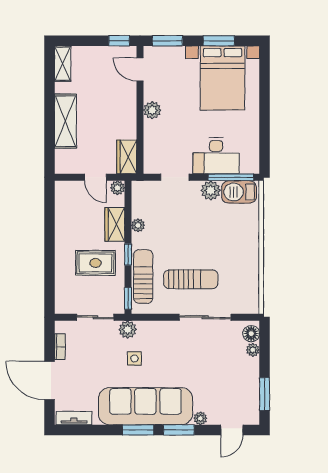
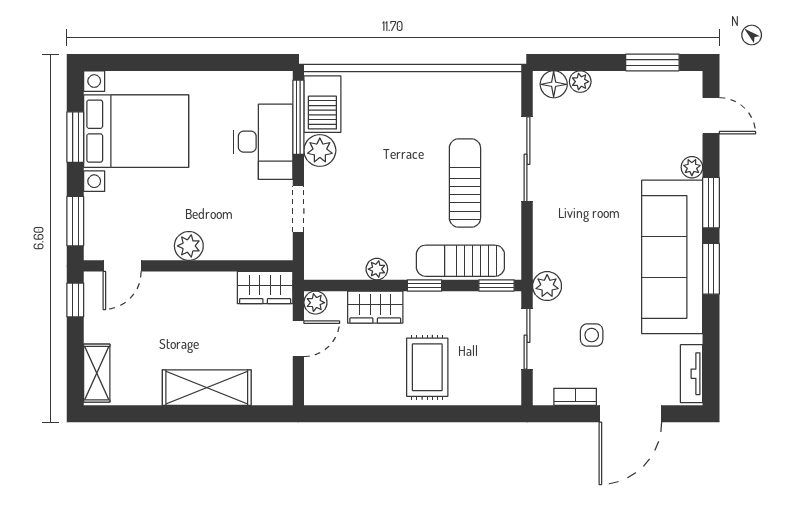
shelving: (63, 64) -> (97, 373), moved, turned 90
rug: (95, 263) -> (427, 367), moved
side table: (134, 358) -> (592, 335), moved

